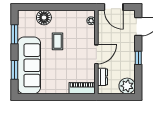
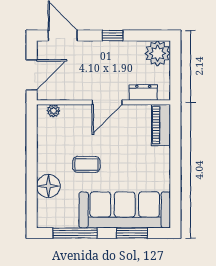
window: (14, 34) -> (75, 233), width x1.44
door: (96, 54) -> (107, 102), swing flipped

